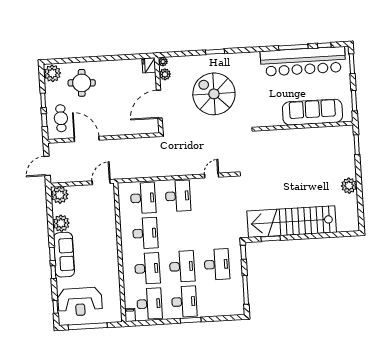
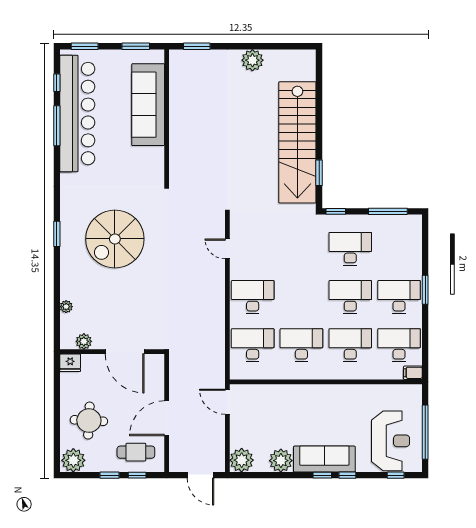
fridge: (149, 65) -> (70, 363), moved
plant: (165, 74) -> (84, 341), moved
wall: (159, 95) -> (112, 352), moved
door: (159, 104) -> (125, 352), moved

